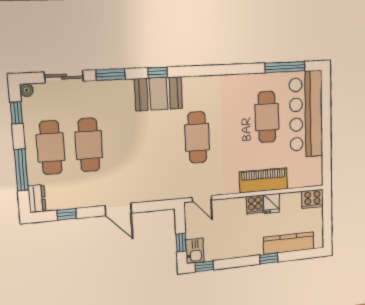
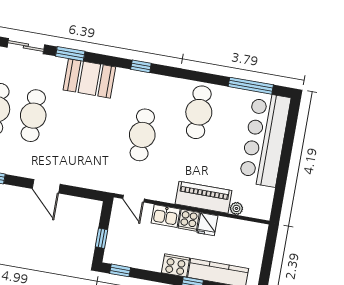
window: (158, 73) -> (141, 66), moved
booth: (159, 94) -> (89, 78), moved
cafe table: (267, 117) -> (199, 112), moved
plant: (293, 183) -> (236, 208), added
cooker: (312, 199) -> (176, 265), moved, turned 180
kitchen sink: (195, 251) -> (166, 216), moved, turned 90

